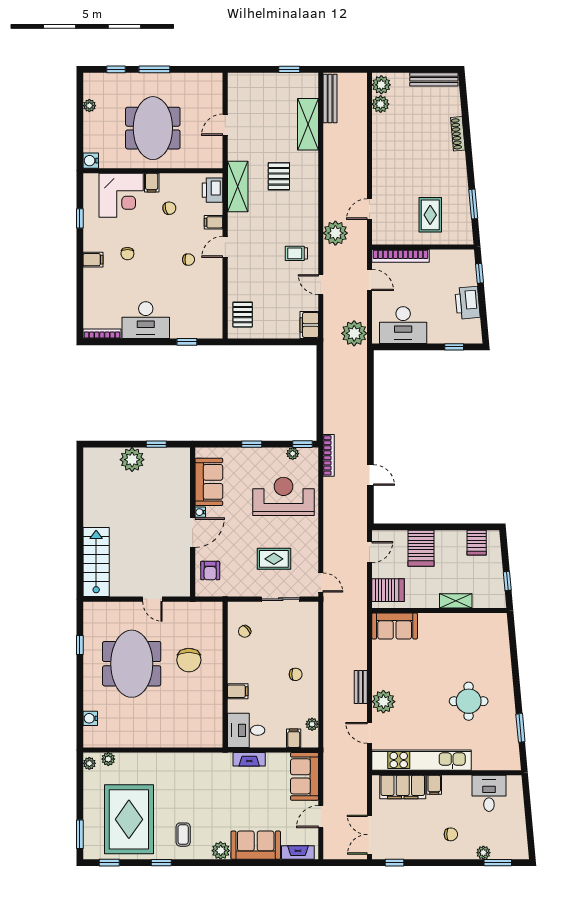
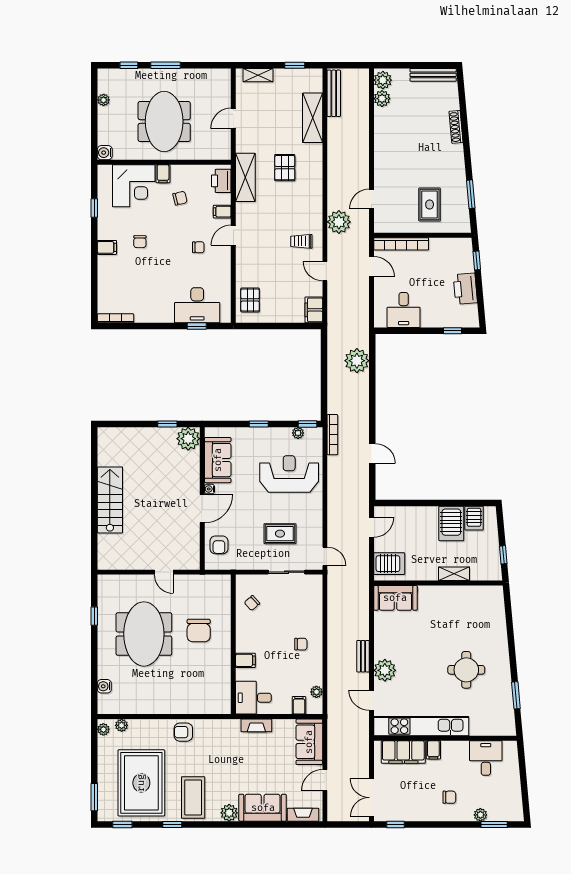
shelving: (251, 80) -> (258, 75), added
desk: (146, 320) -> (197, 305), moved
desk: (403, 325) -> (404, 310), width x0.73
plant: (354, 333) -> (357, 361), moved
plant: (132, 460) -> (188, 439), moved
server rack: (421, 548) -> (451, 523), moved
stairs: (96, 562) -> (110, 500), moved
armchair: (173, 766) -> (183, 732), added
coffee table: (183, 835) -> (193, 797), width x1.86, depth x1.72

